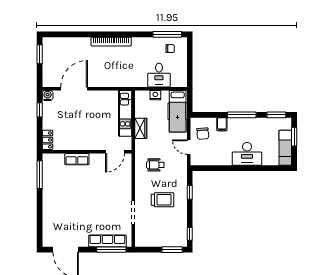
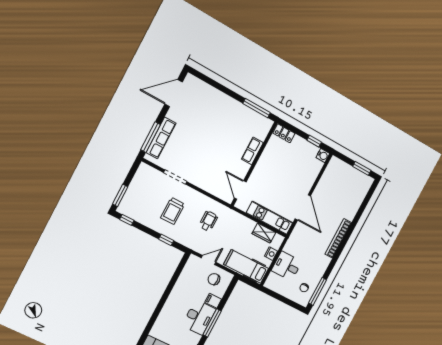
door: (74, 89) -> (303, 207), moved
wardrobe: (141, 128) -> (264, 233), moved
desk: (247, 154) -> (199, 317), moved, turned 180

